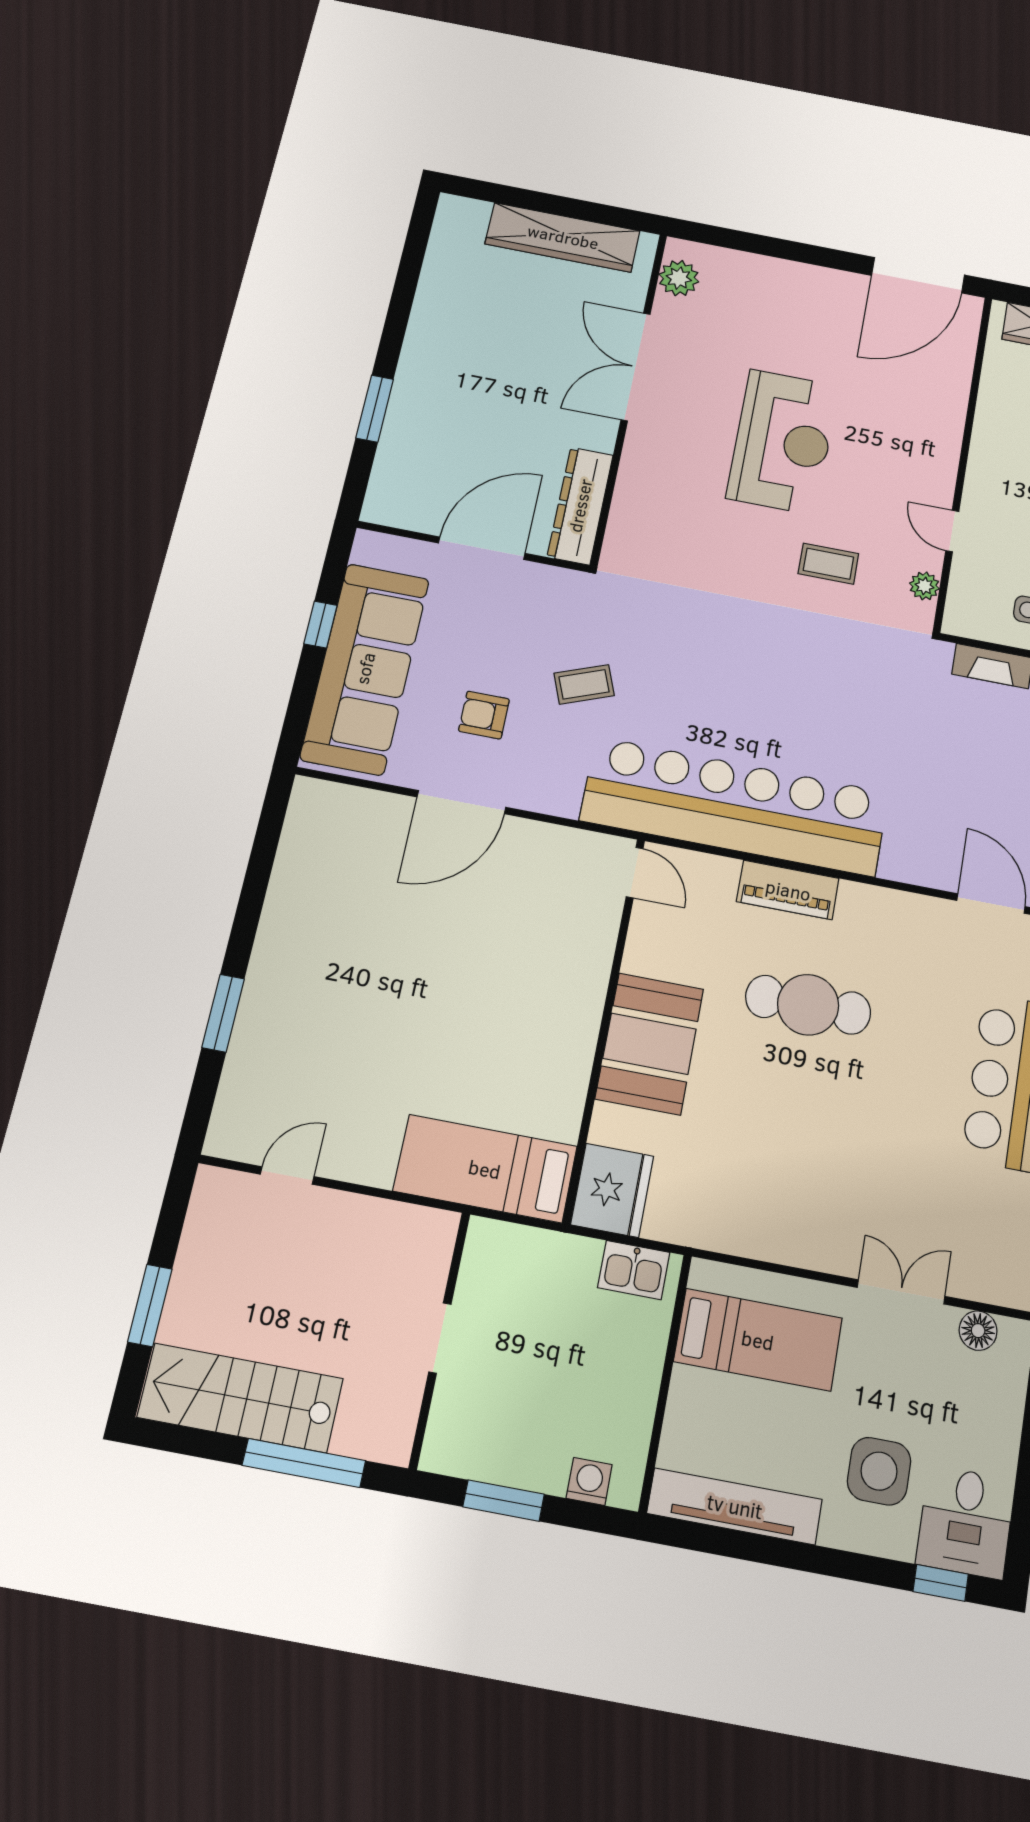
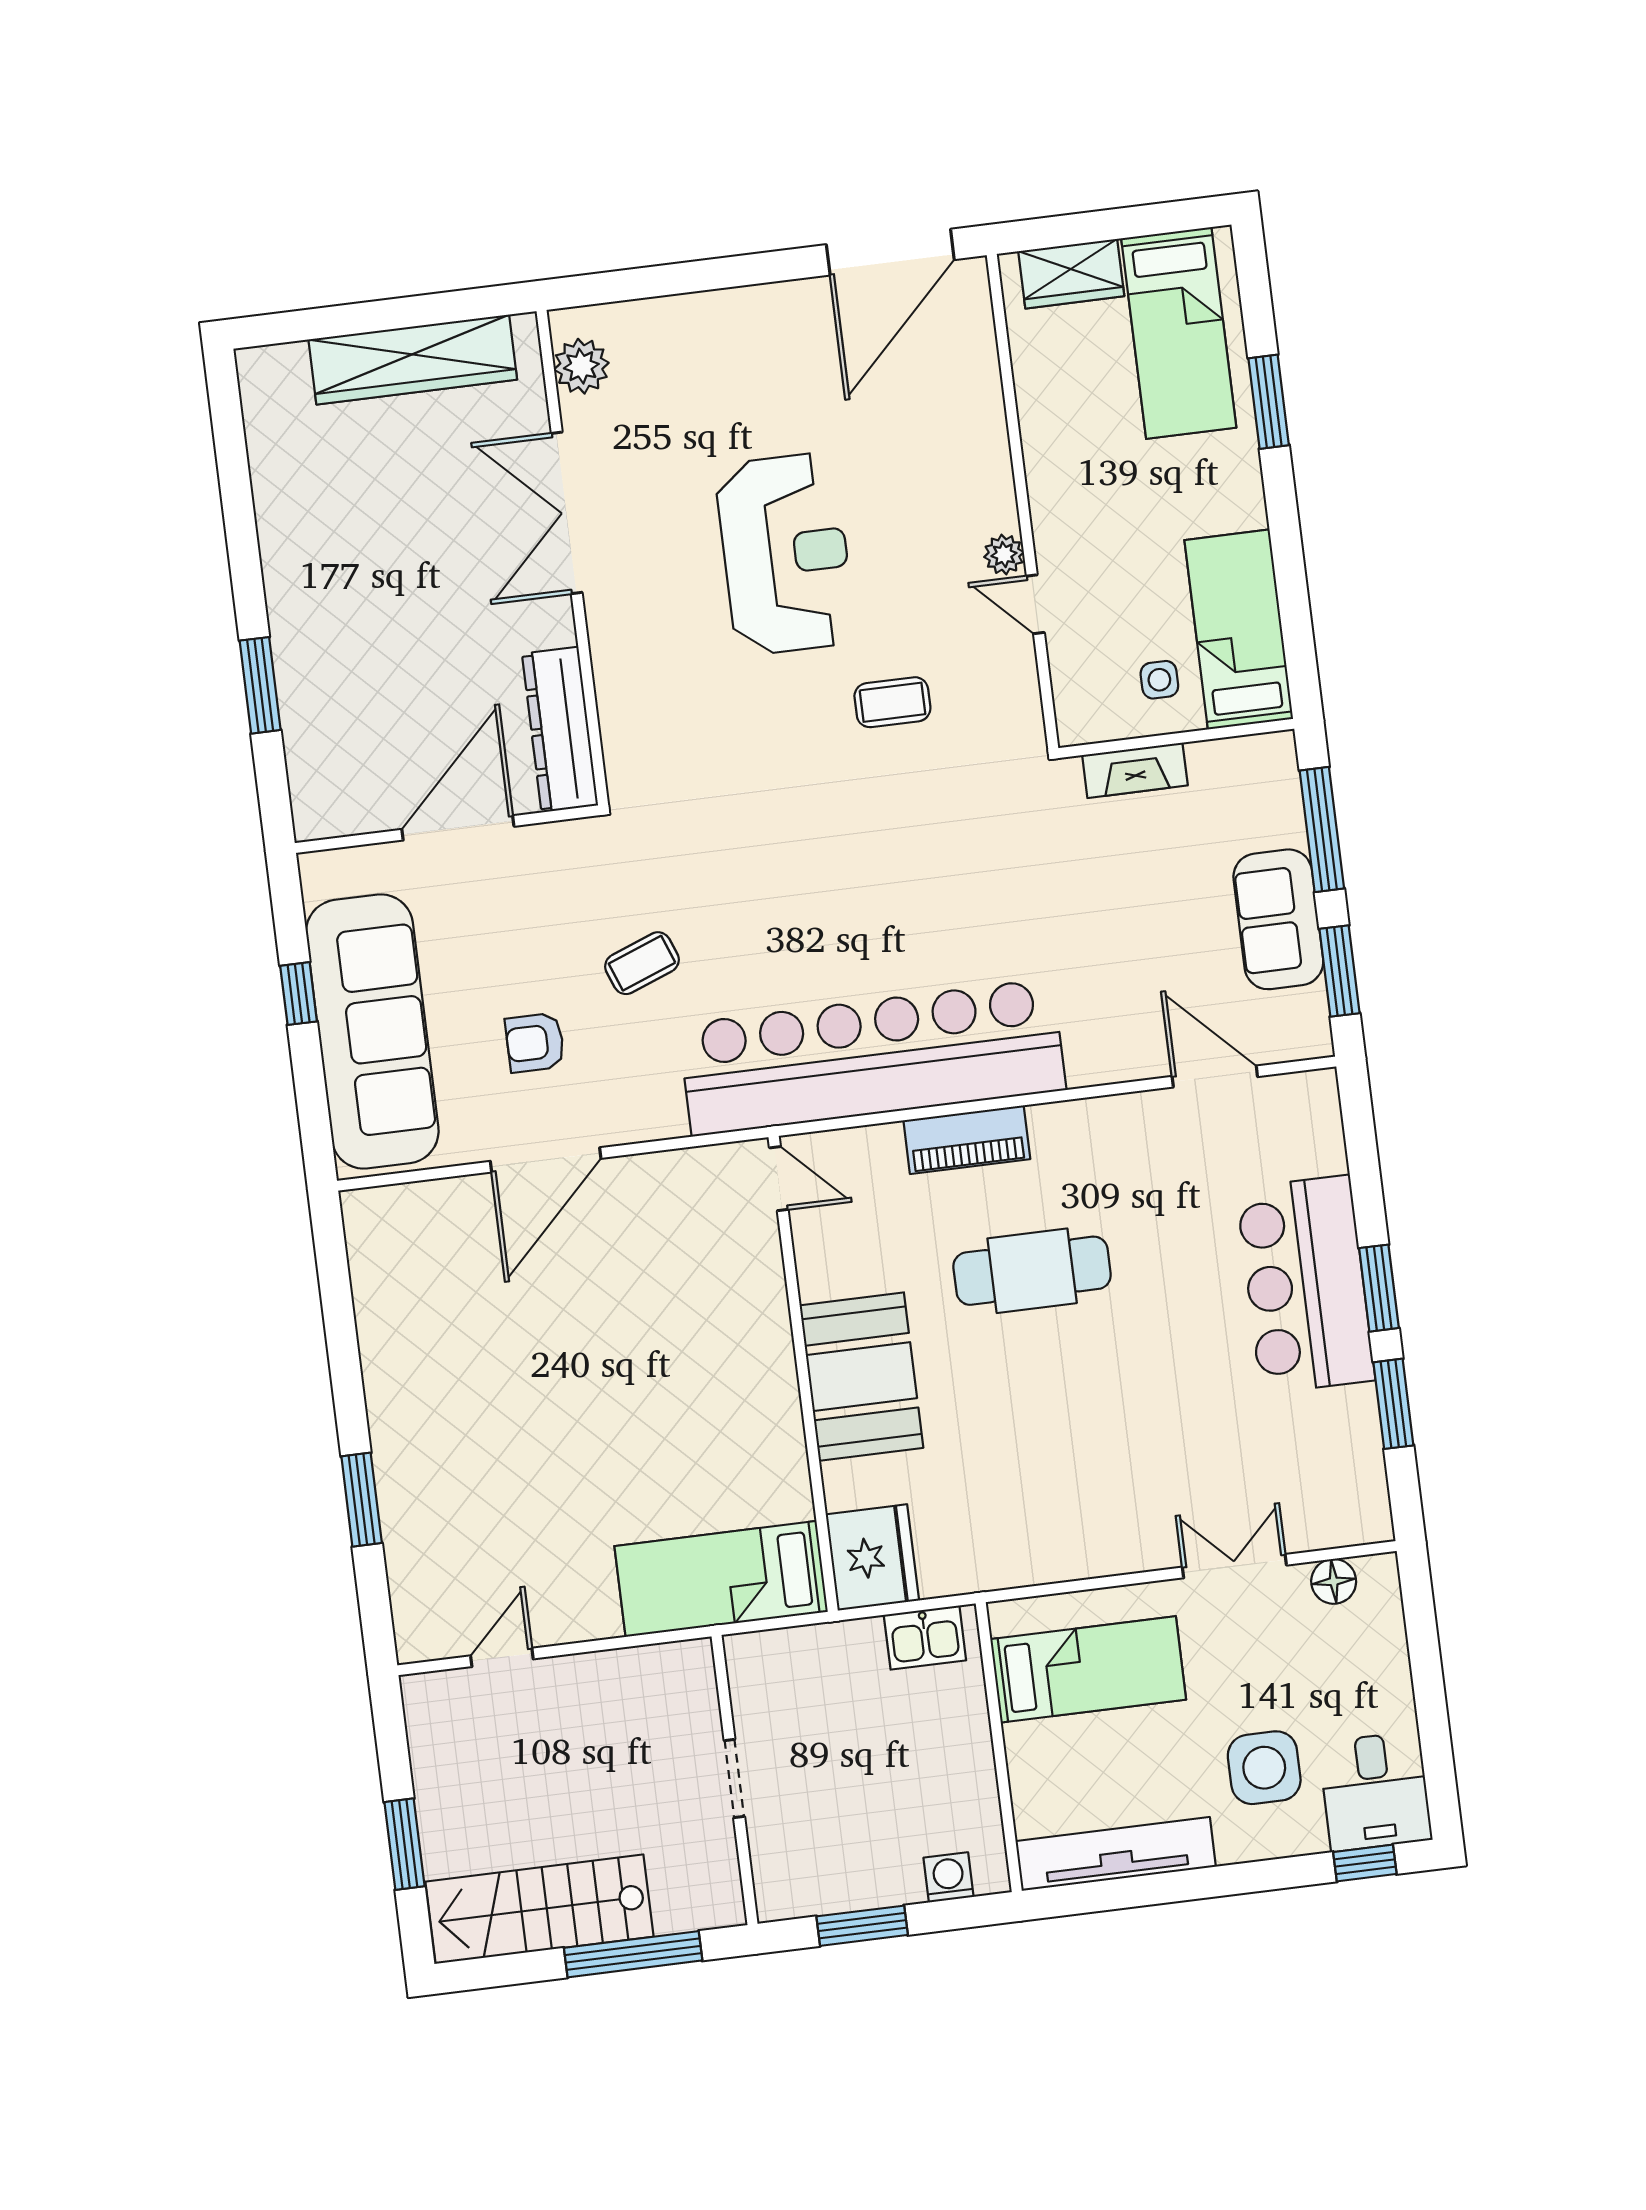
plant: (924, 586) -> (1004, 555), moved

